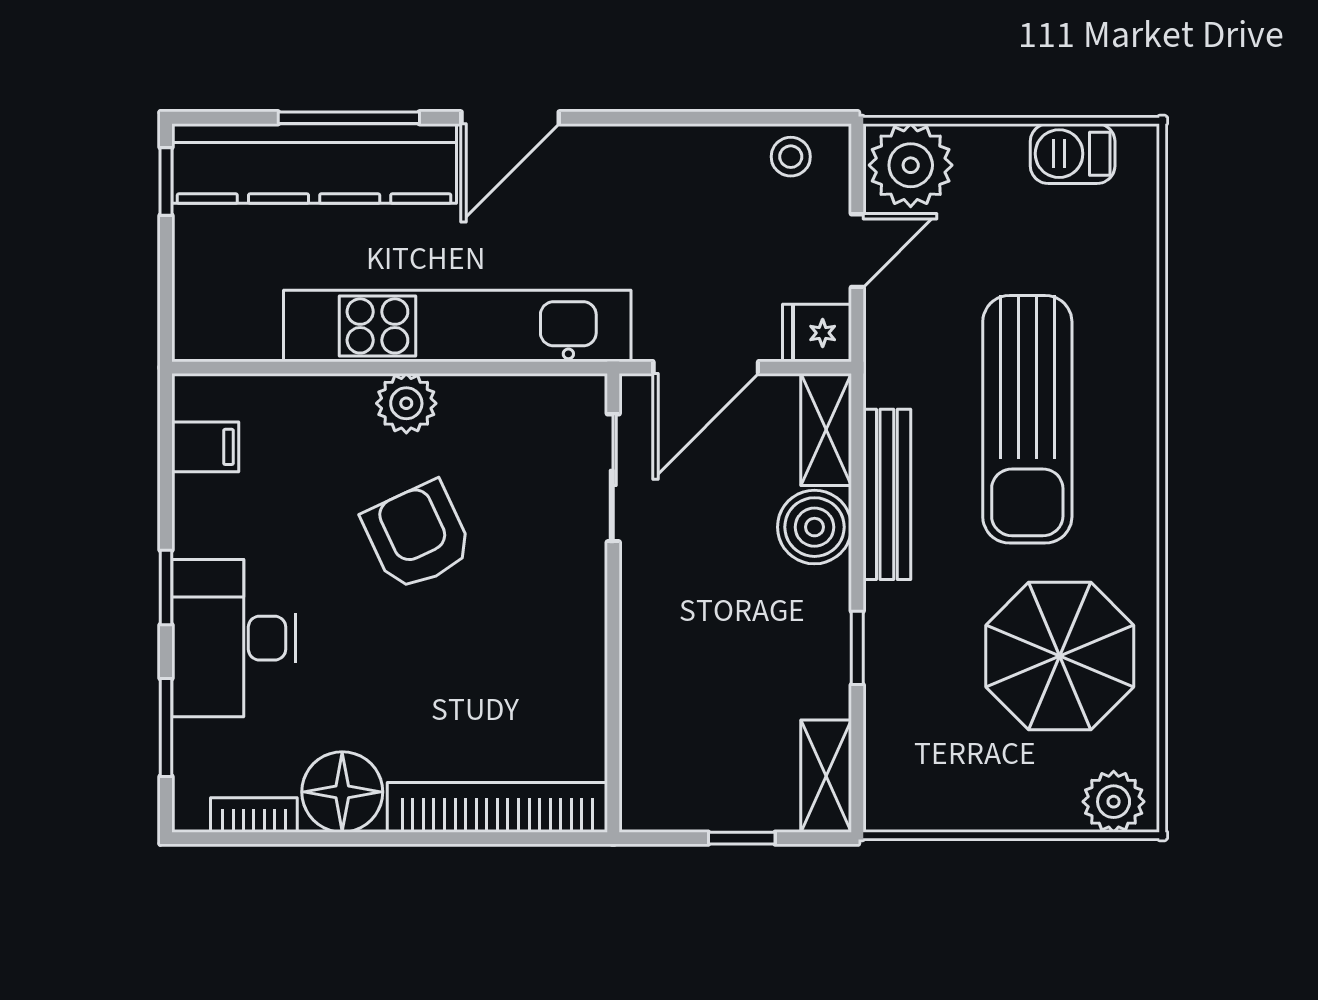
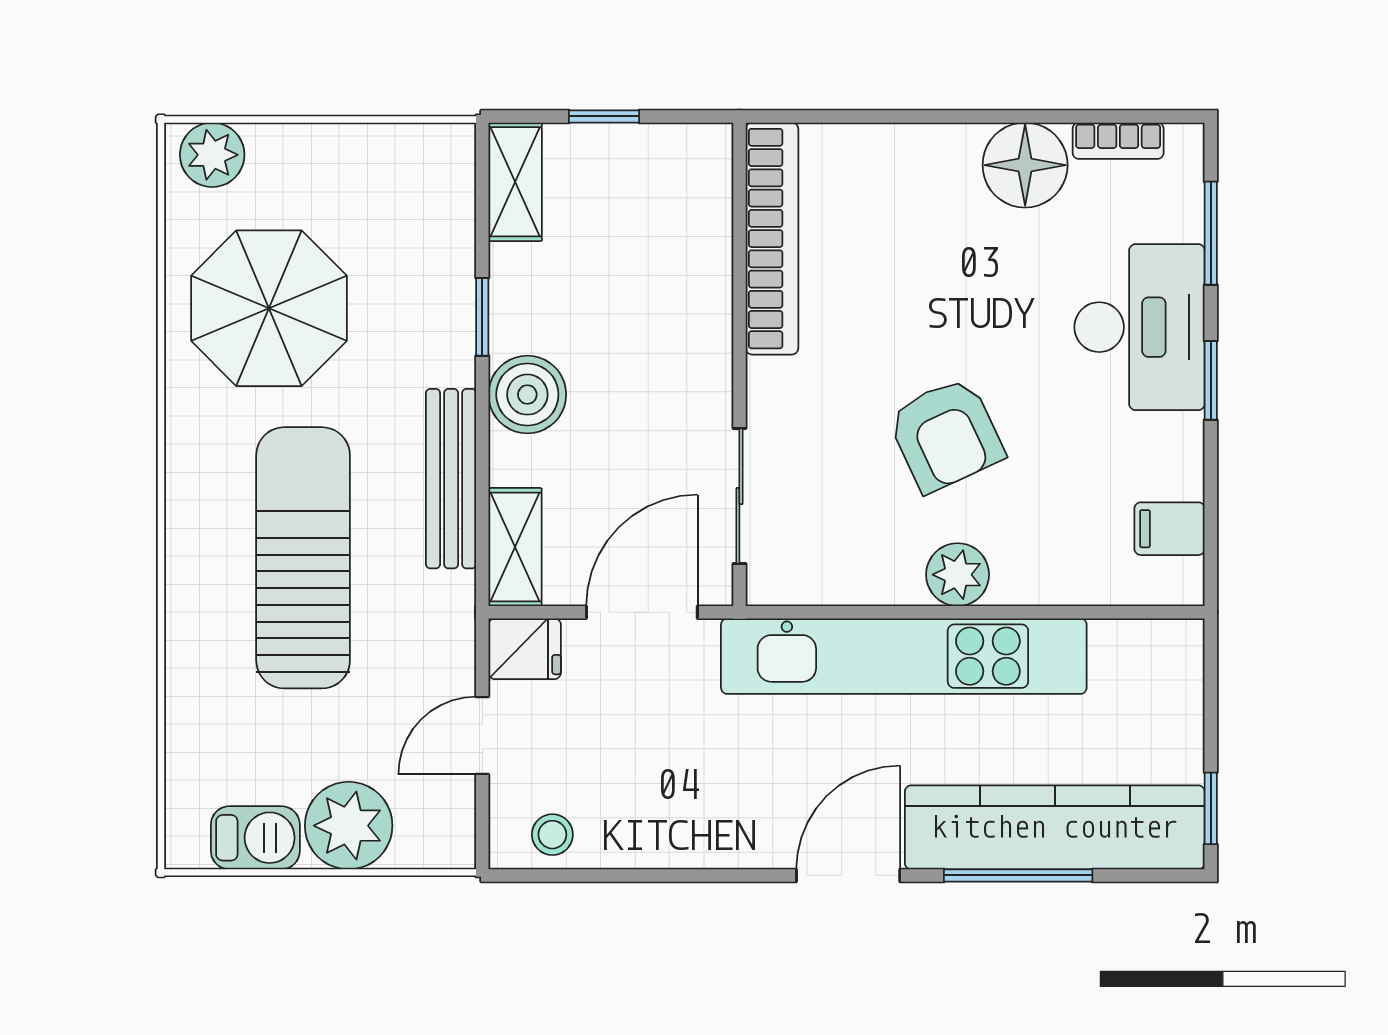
plant: (911, 165) -> (349, 826), moved
boiler: (814, 527) -> (527, 395), moved
bookcase: (497, 807) -> (772, 239), moved, turned -90

